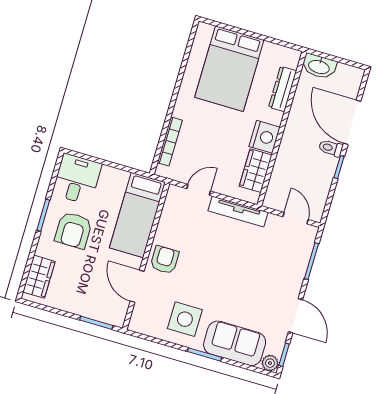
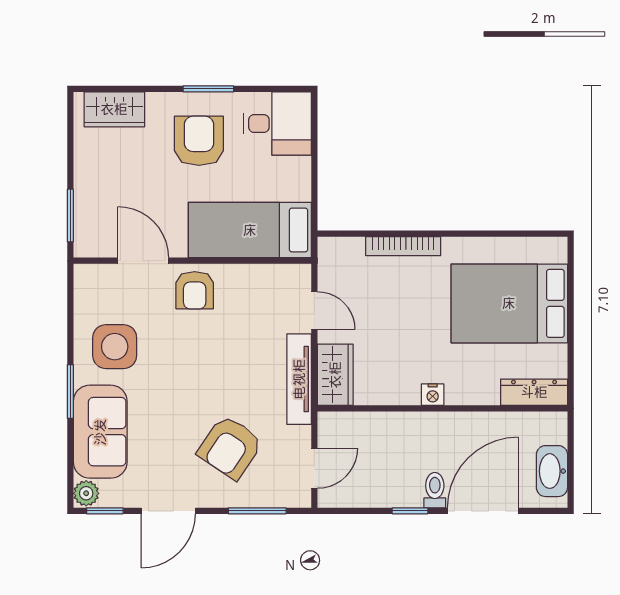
washbasin: (319, 66) -> (552, 471), moved
dresser: (283, 89) -> (534, 392), moved
nightstand: (265, 137) -> (433, 395), width x0.53, depth x0.56
bookcase: (170, 141) -> (403, 246), moved
wardrobe: (256, 171) -> (335, 375), moved, turned 90
armchair: (73, 230) -> (199, 141), turned 90
armchair: (165, 260) -> (195, 290), turned 90
armchair: (268, 266) -> (230, 447), added
door: (137, 286) -> (143, 261), hinge flipped

